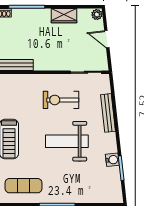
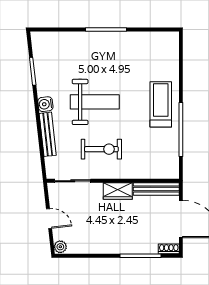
wardrobe: (64, 16) -> (118, 191), moved, turned 180
water cooler: (112, 160) -> (45, 104), moved
exercise mat: (23, 186) -> (144, 51), removed

